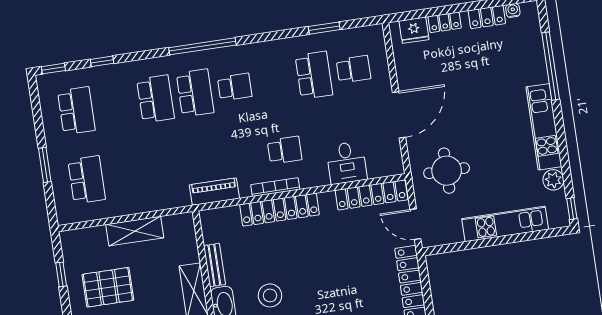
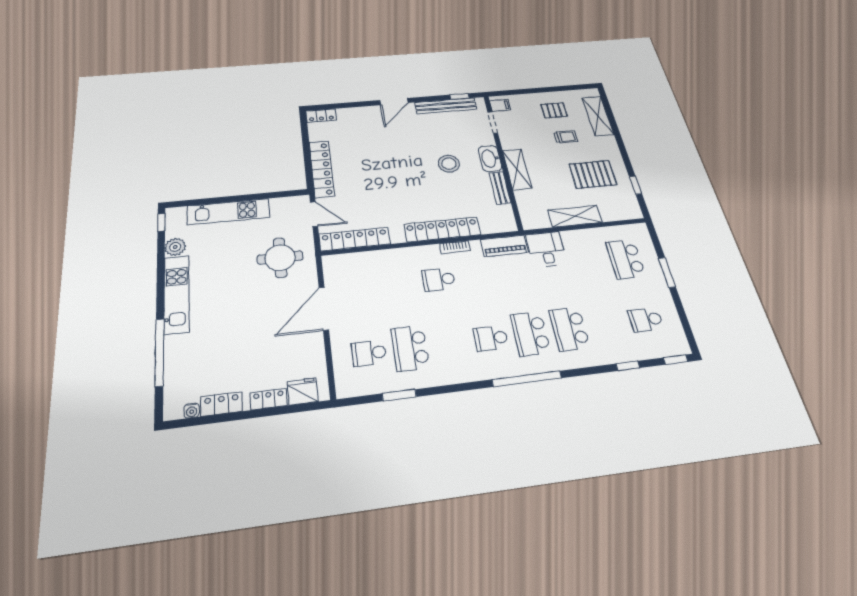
school desk: (76, 111) -> (646, 320), width x0.54
desk: (347, 163) -> (546, 249), moved
bookcase: (275, 187) -> (455, 247), width x0.64

